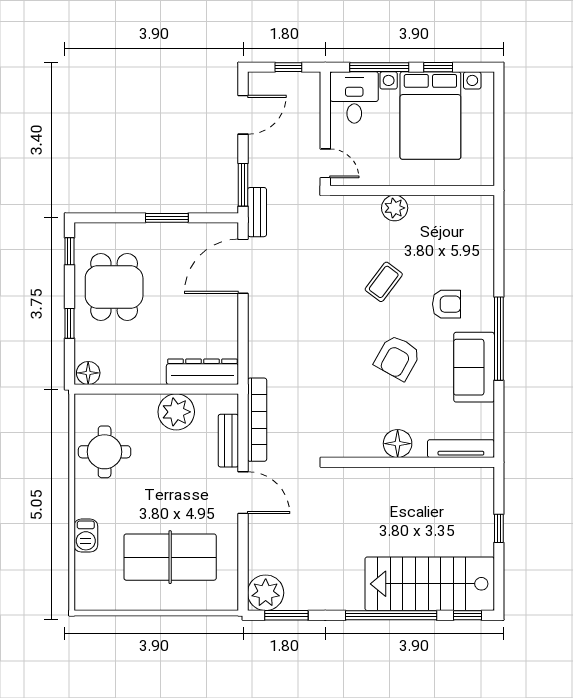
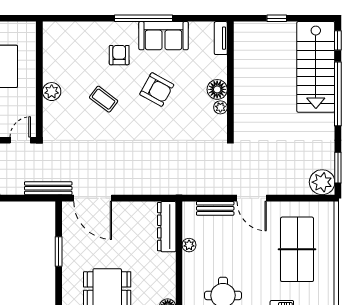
window: (243, 185) -> (35, 198), removed
bench: (257, 212) -> (48, 188), width x1.36
plant: (176, 412) -> (189, 245), width x0.53, depth x0.53
bookcase: (257, 420) -> (200, 188), removed
plant: (372, 448) -> (220, 107), added
tv unit: (461, 449) -> (221, 38), width x0.71
door: (243, 493) -> (252, 198), swing flipped

